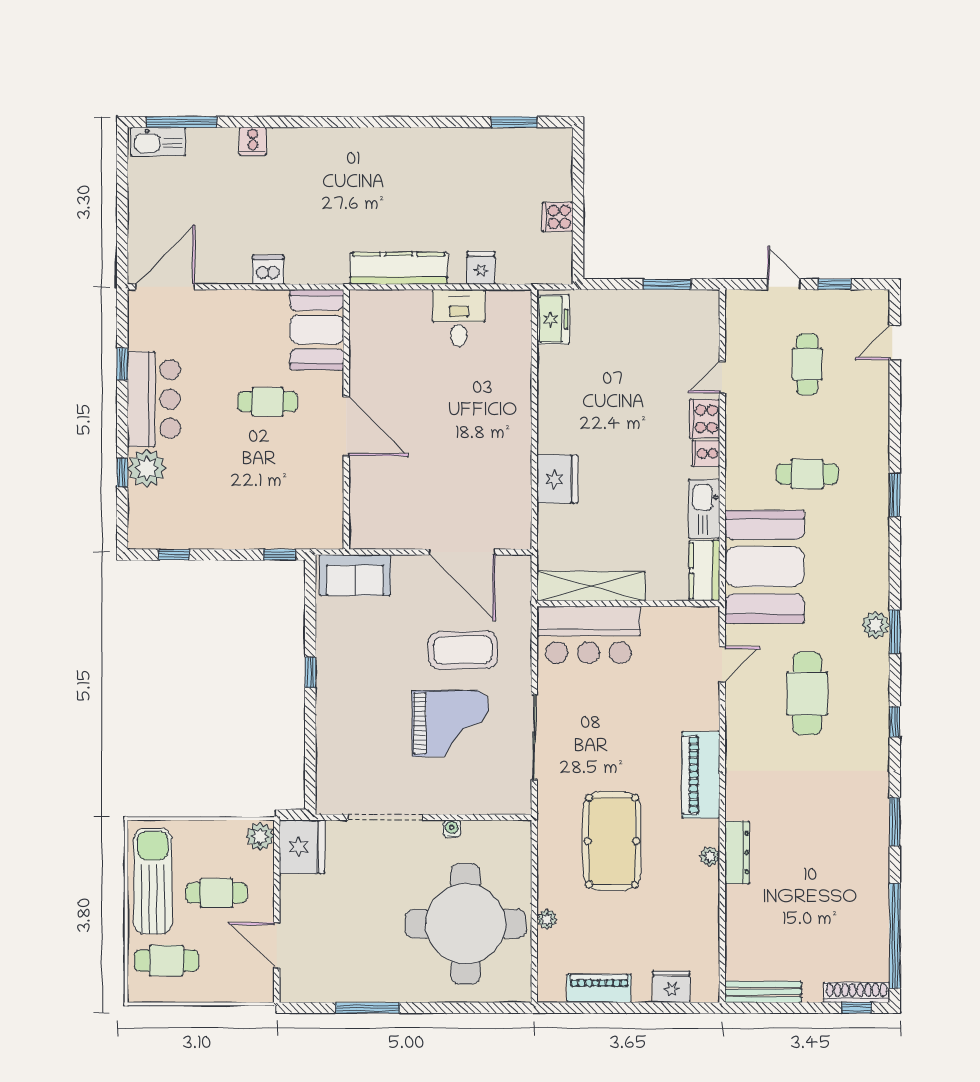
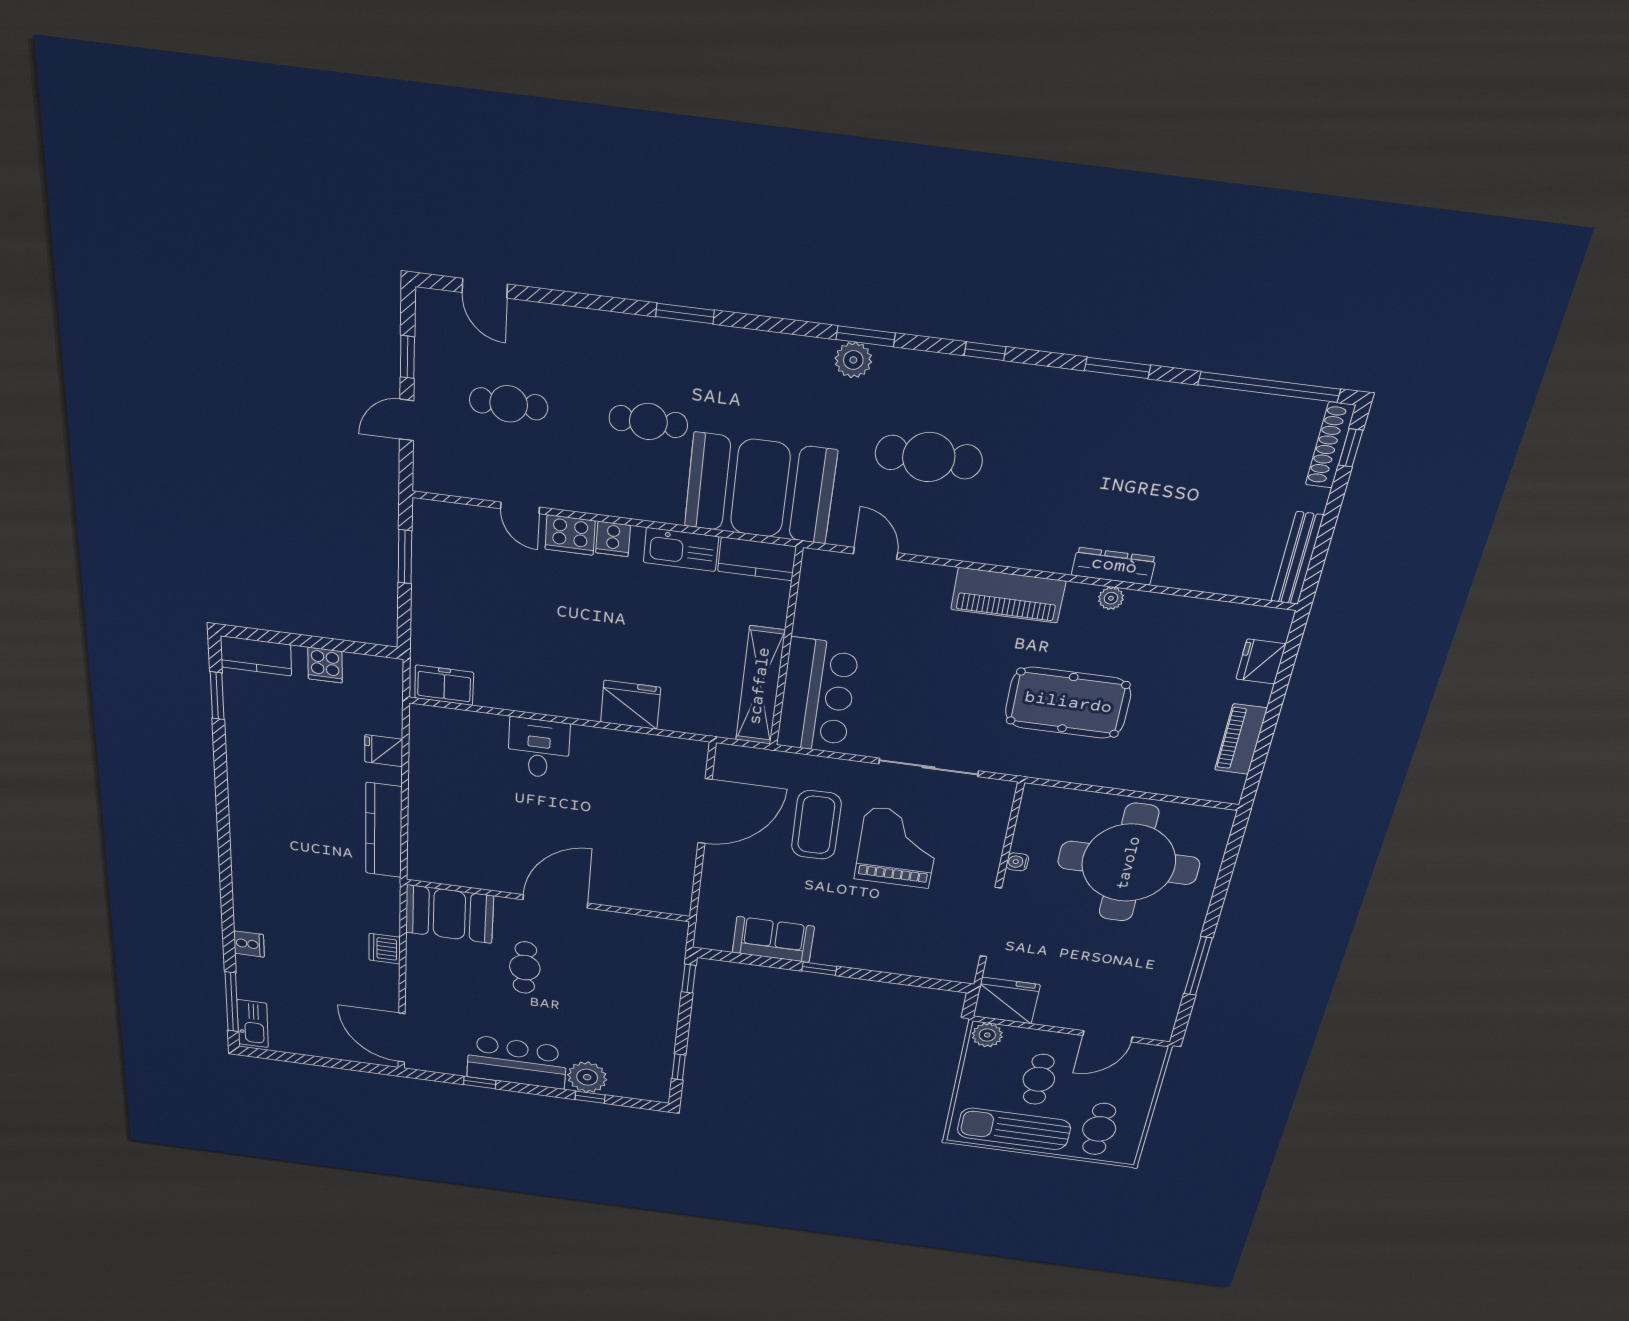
kitchen counter: (558, 157) -> (256, 656), added
desk: (459, 318) -> (539, 748), moved, turned 90
cafe table: (807, 474) -> (648, 422), turned 90
sofa: (355, 575) -> (773, 939), moved, turned -90
plant: (547, 919) -> (1144, 782), removed

